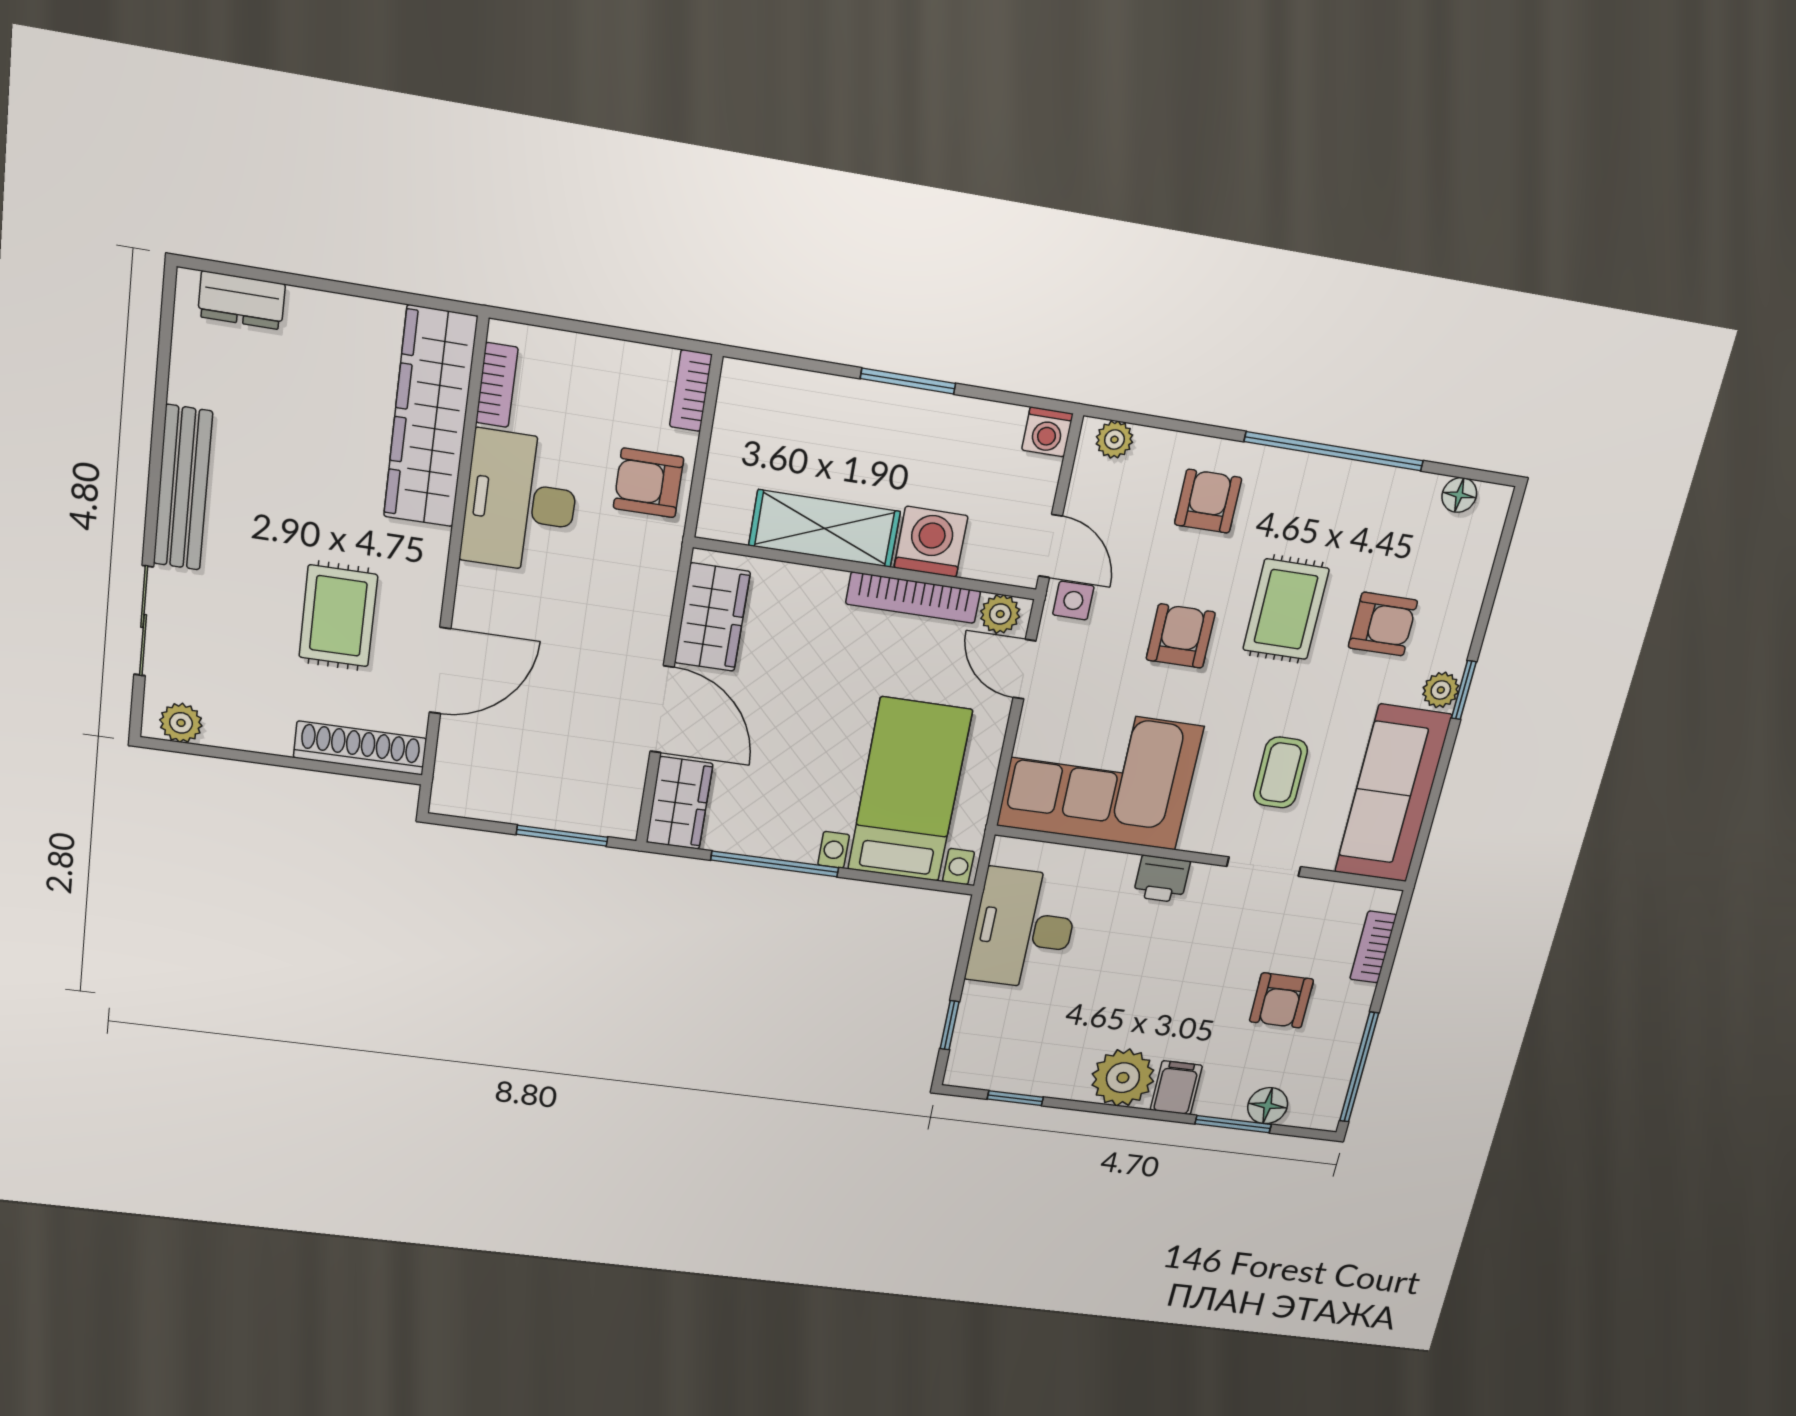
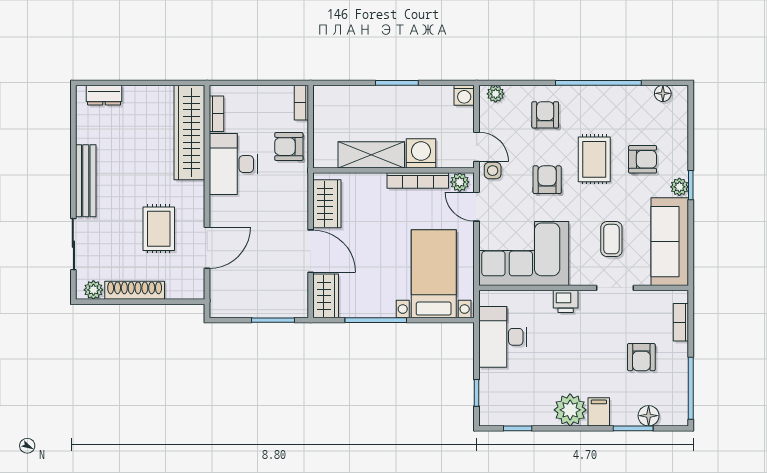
shoe rack: (360, 748) -> (135, 290), moved

